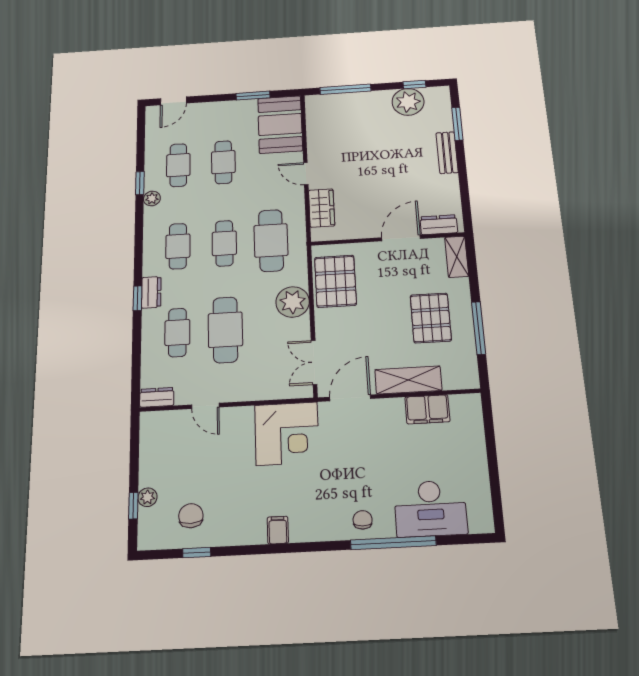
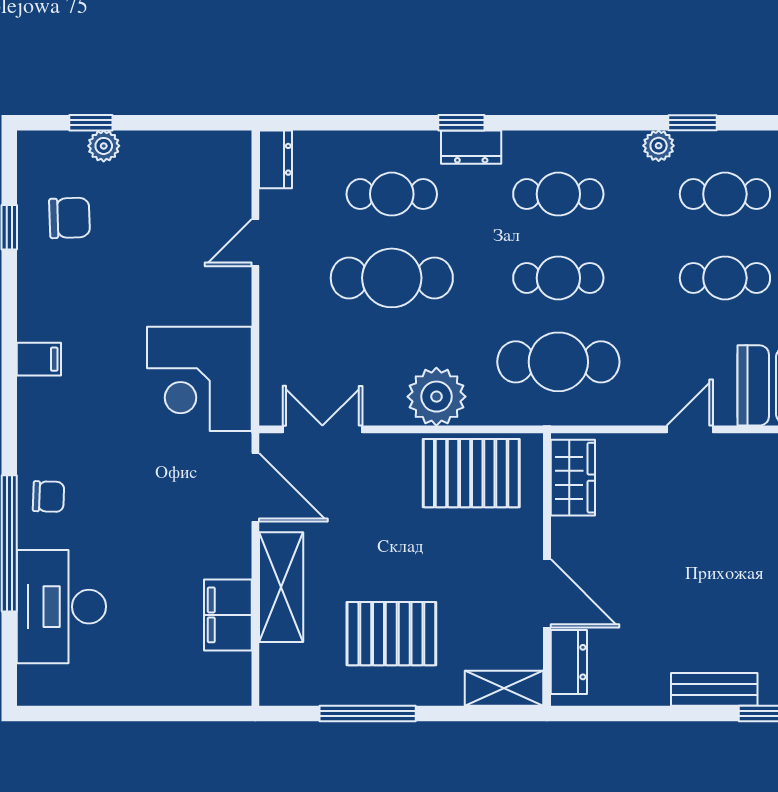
wardrobe: (322, 208) -> (573, 478), moved, turned -90

